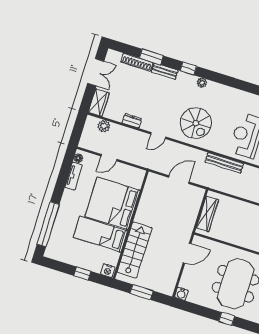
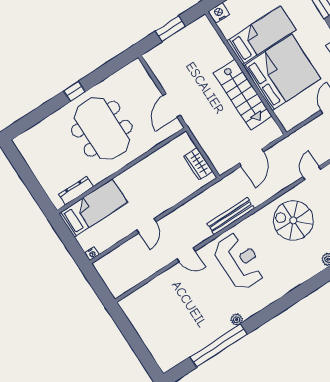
wardrobe: (207, 214) -> (198, 164), width x0.67
stairs: (135, 250) -> (243, 95), moved
water cooler: (181, 294) -> (136, 67), removed

